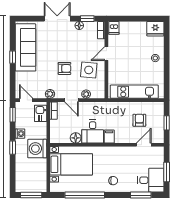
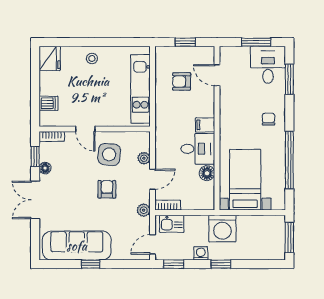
dishwasher: (114, 28) -> (49, 103), moved

